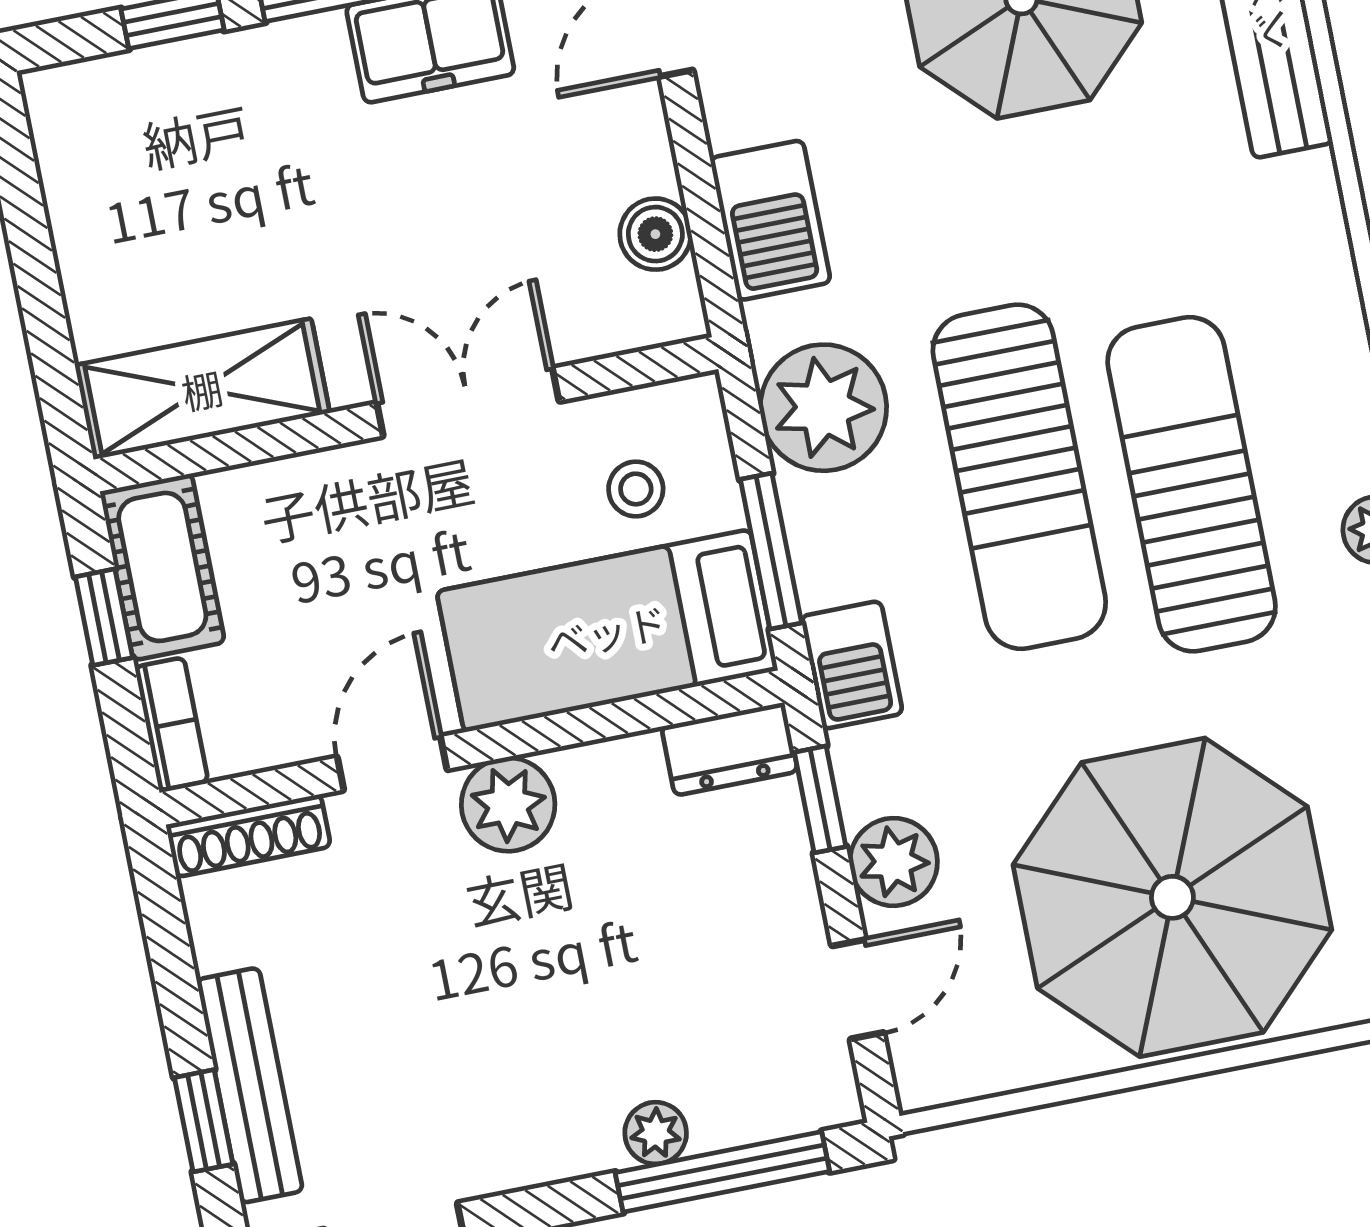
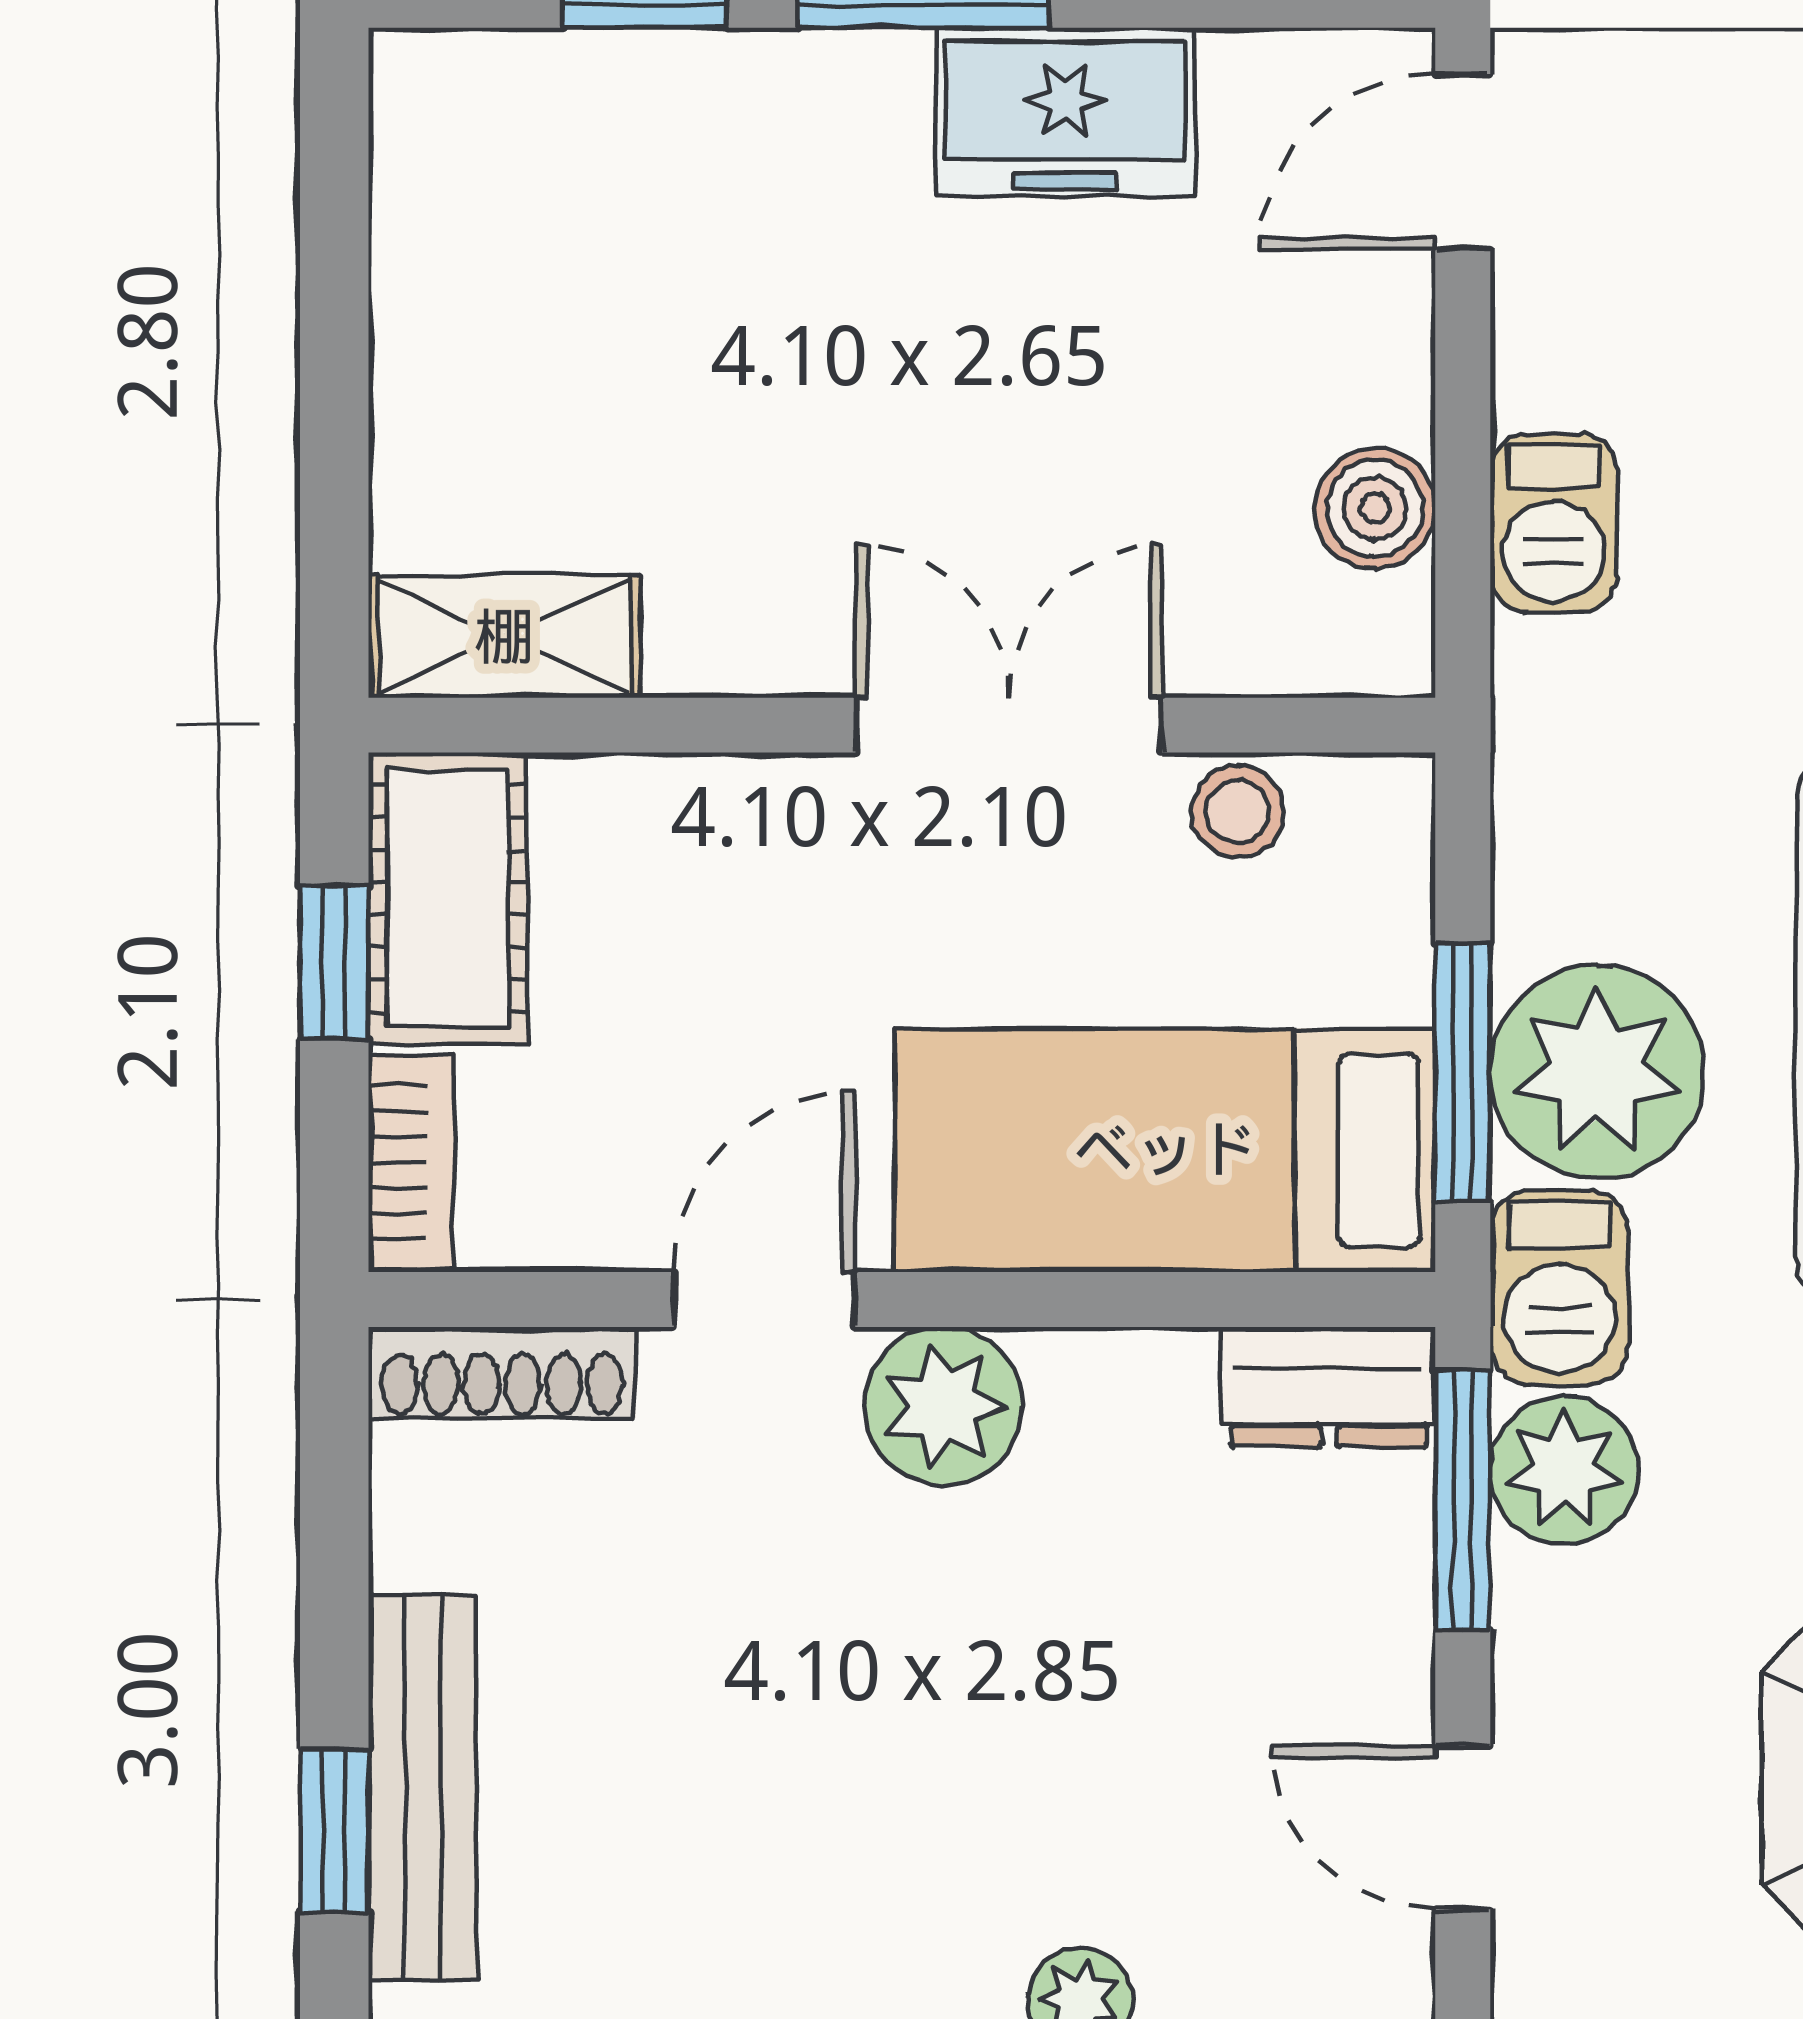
barbecue: (770, 220) -> (1554, 523), width x0.73, depth x0.79
shelving: (202, 389) -> (504, 637), width x0.67, depth x0.75
plant: (823, 408) -> (1597, 1072), moved
stool: (636, 489) -> (1238, 812), moved
window: (820, 799) -> (1463, 1500), width x1.50
plant: (894, 862) -> (1564, 1470), moved
door: (858, 989) -> (1463, 1827), swing flipped

